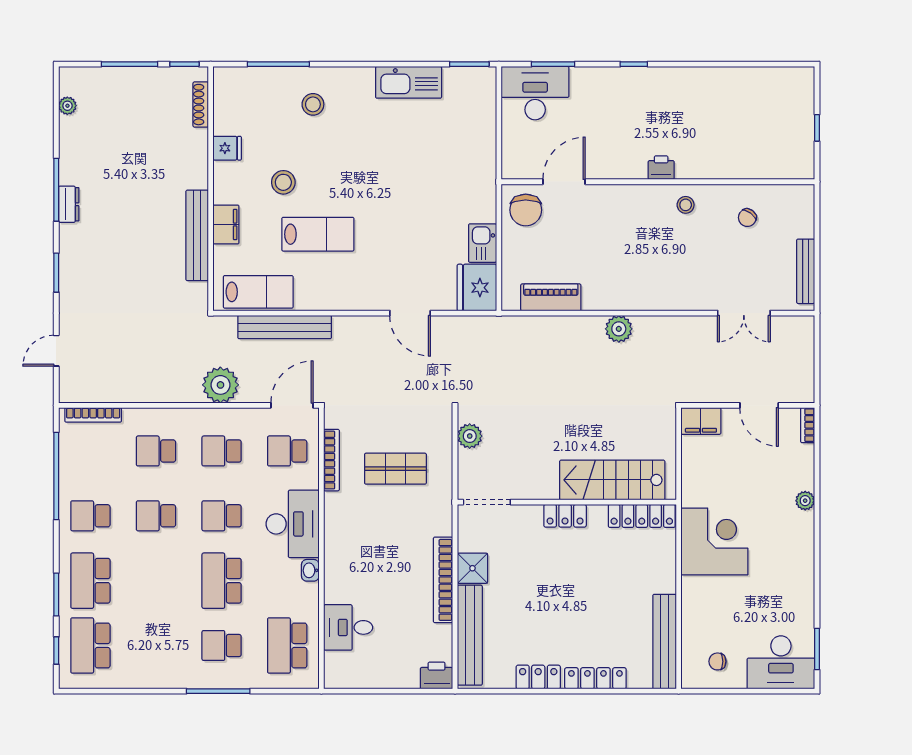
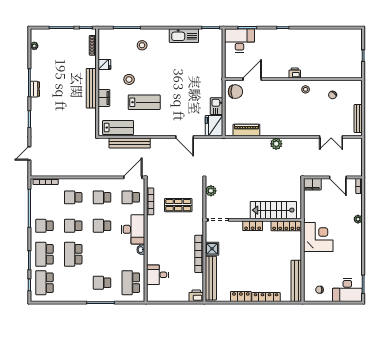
chair: (526, 210) -> (235, 92), turned -90
bench: (197, 235) -> (91, 88), moved
plant: (220, 385) -> (101, 168), removed
school desk: (222, 581) -> (73, 254), moved

